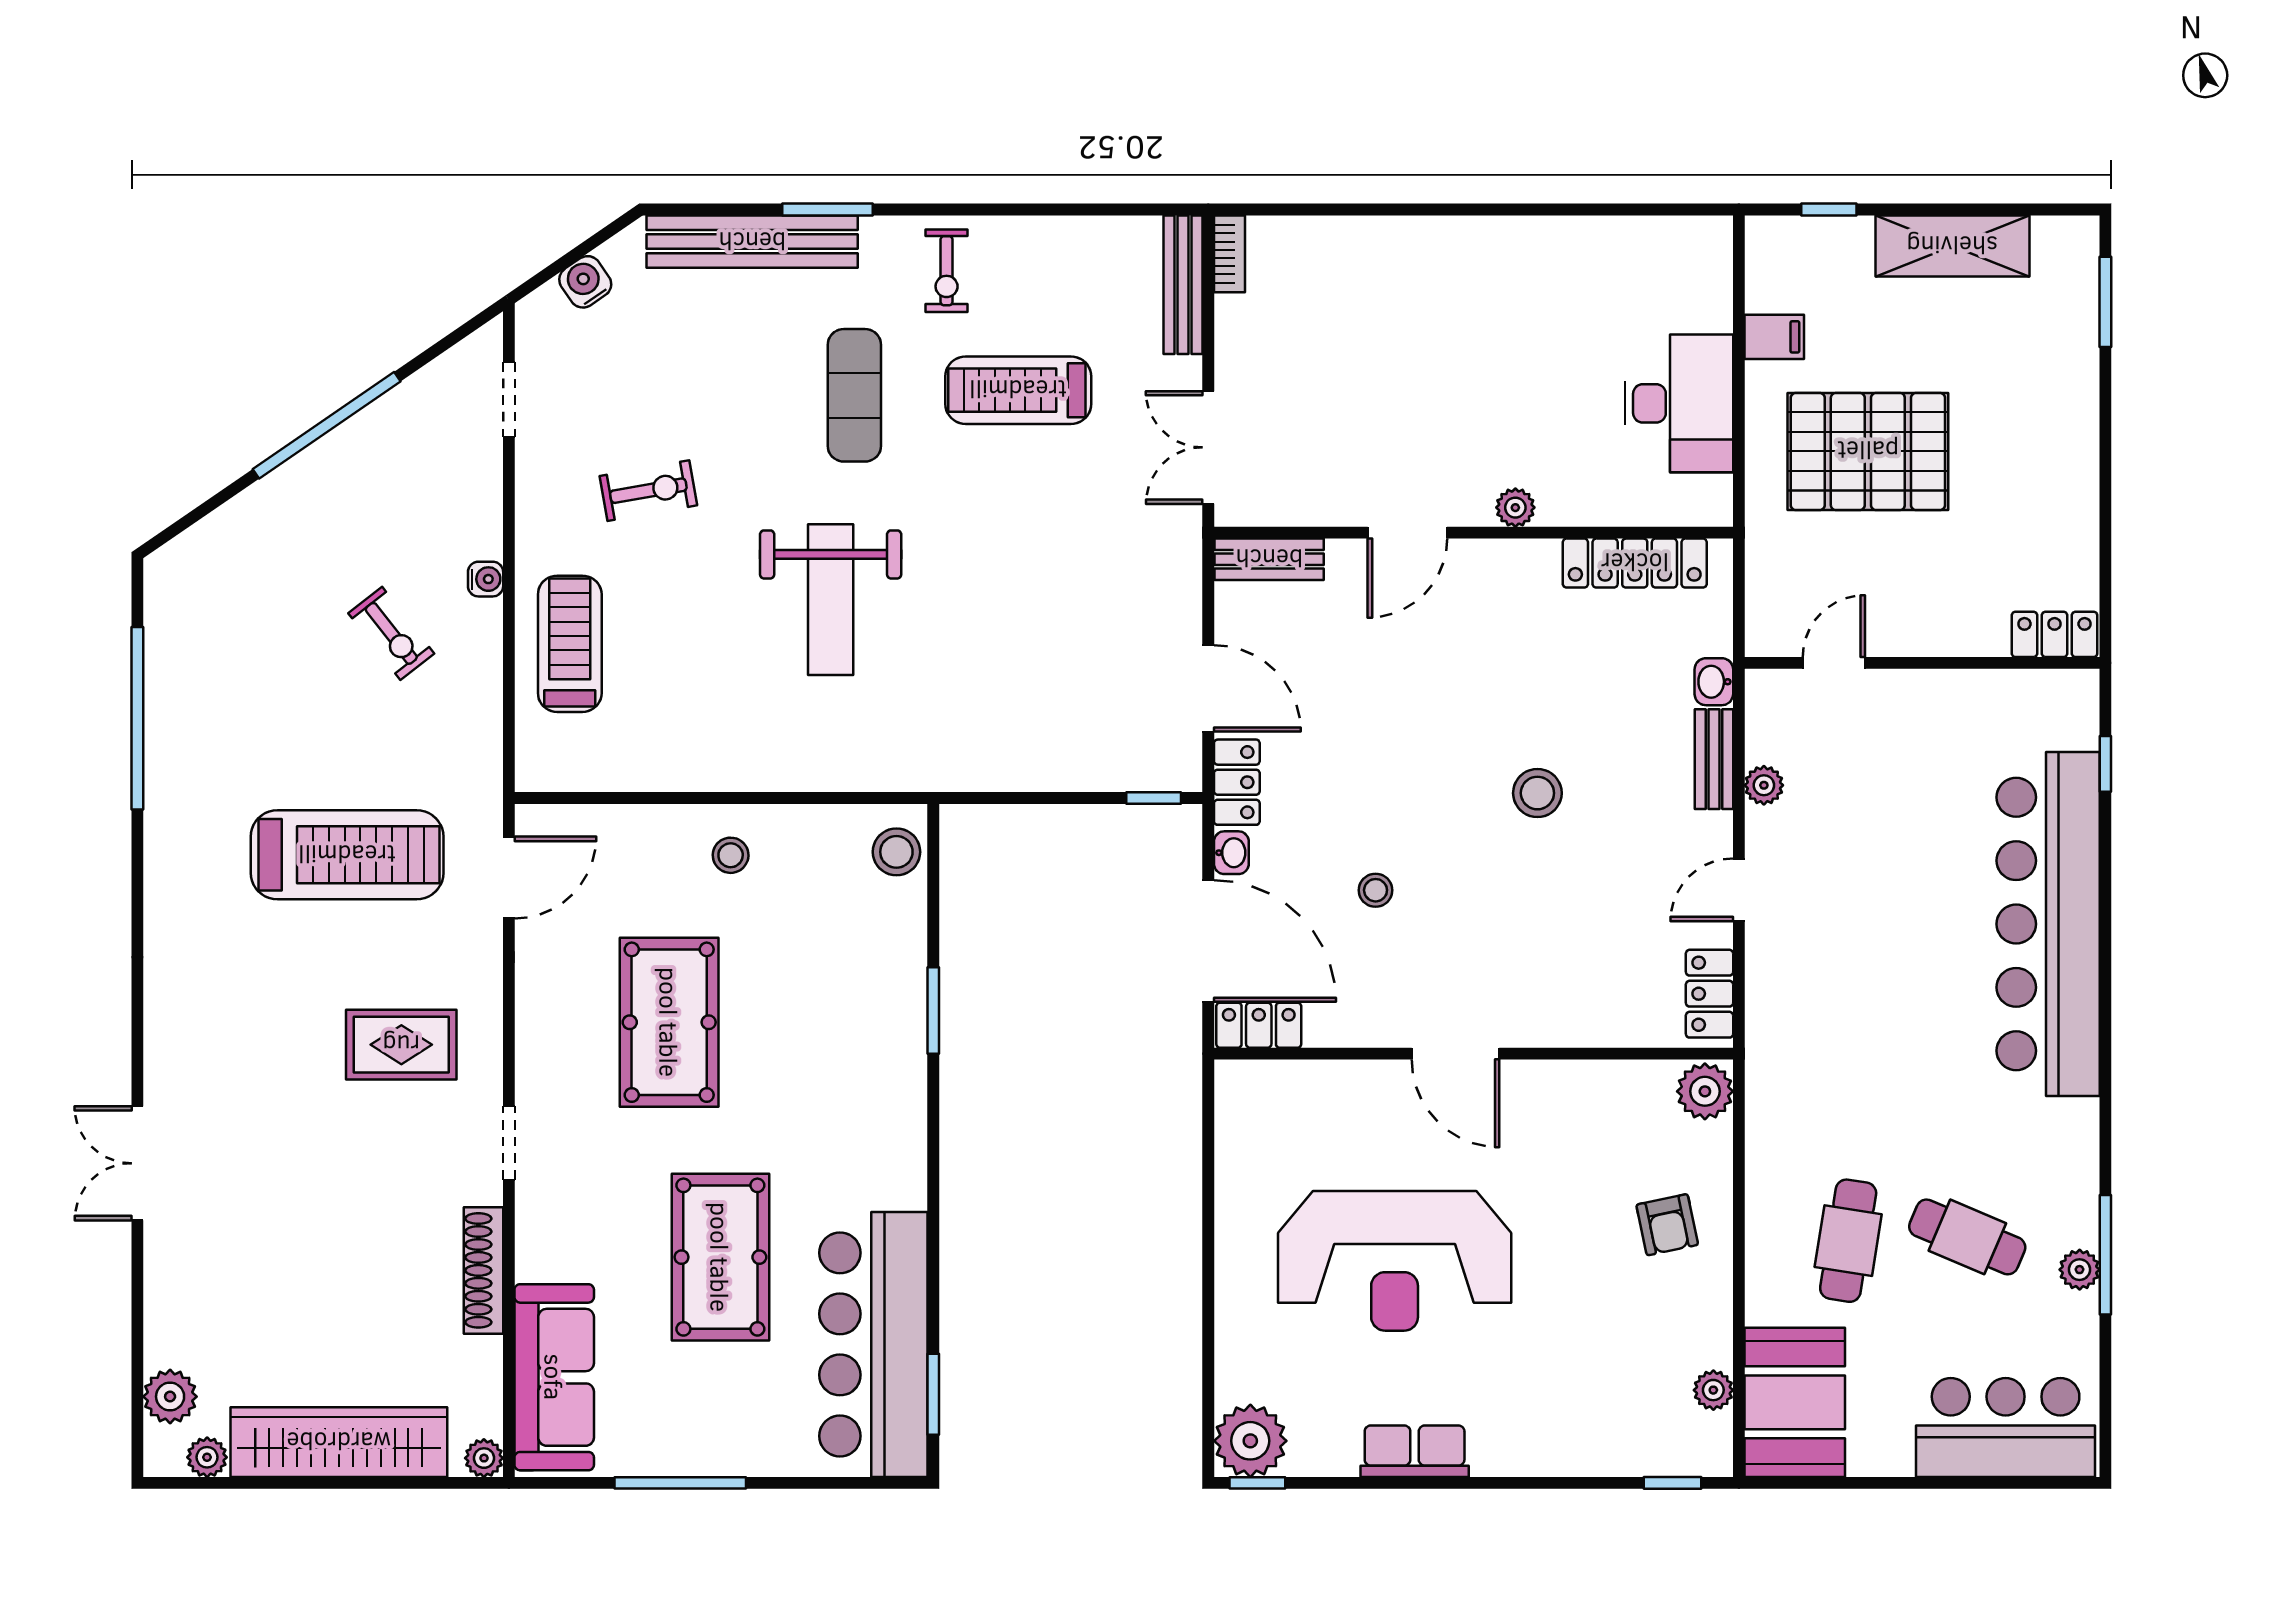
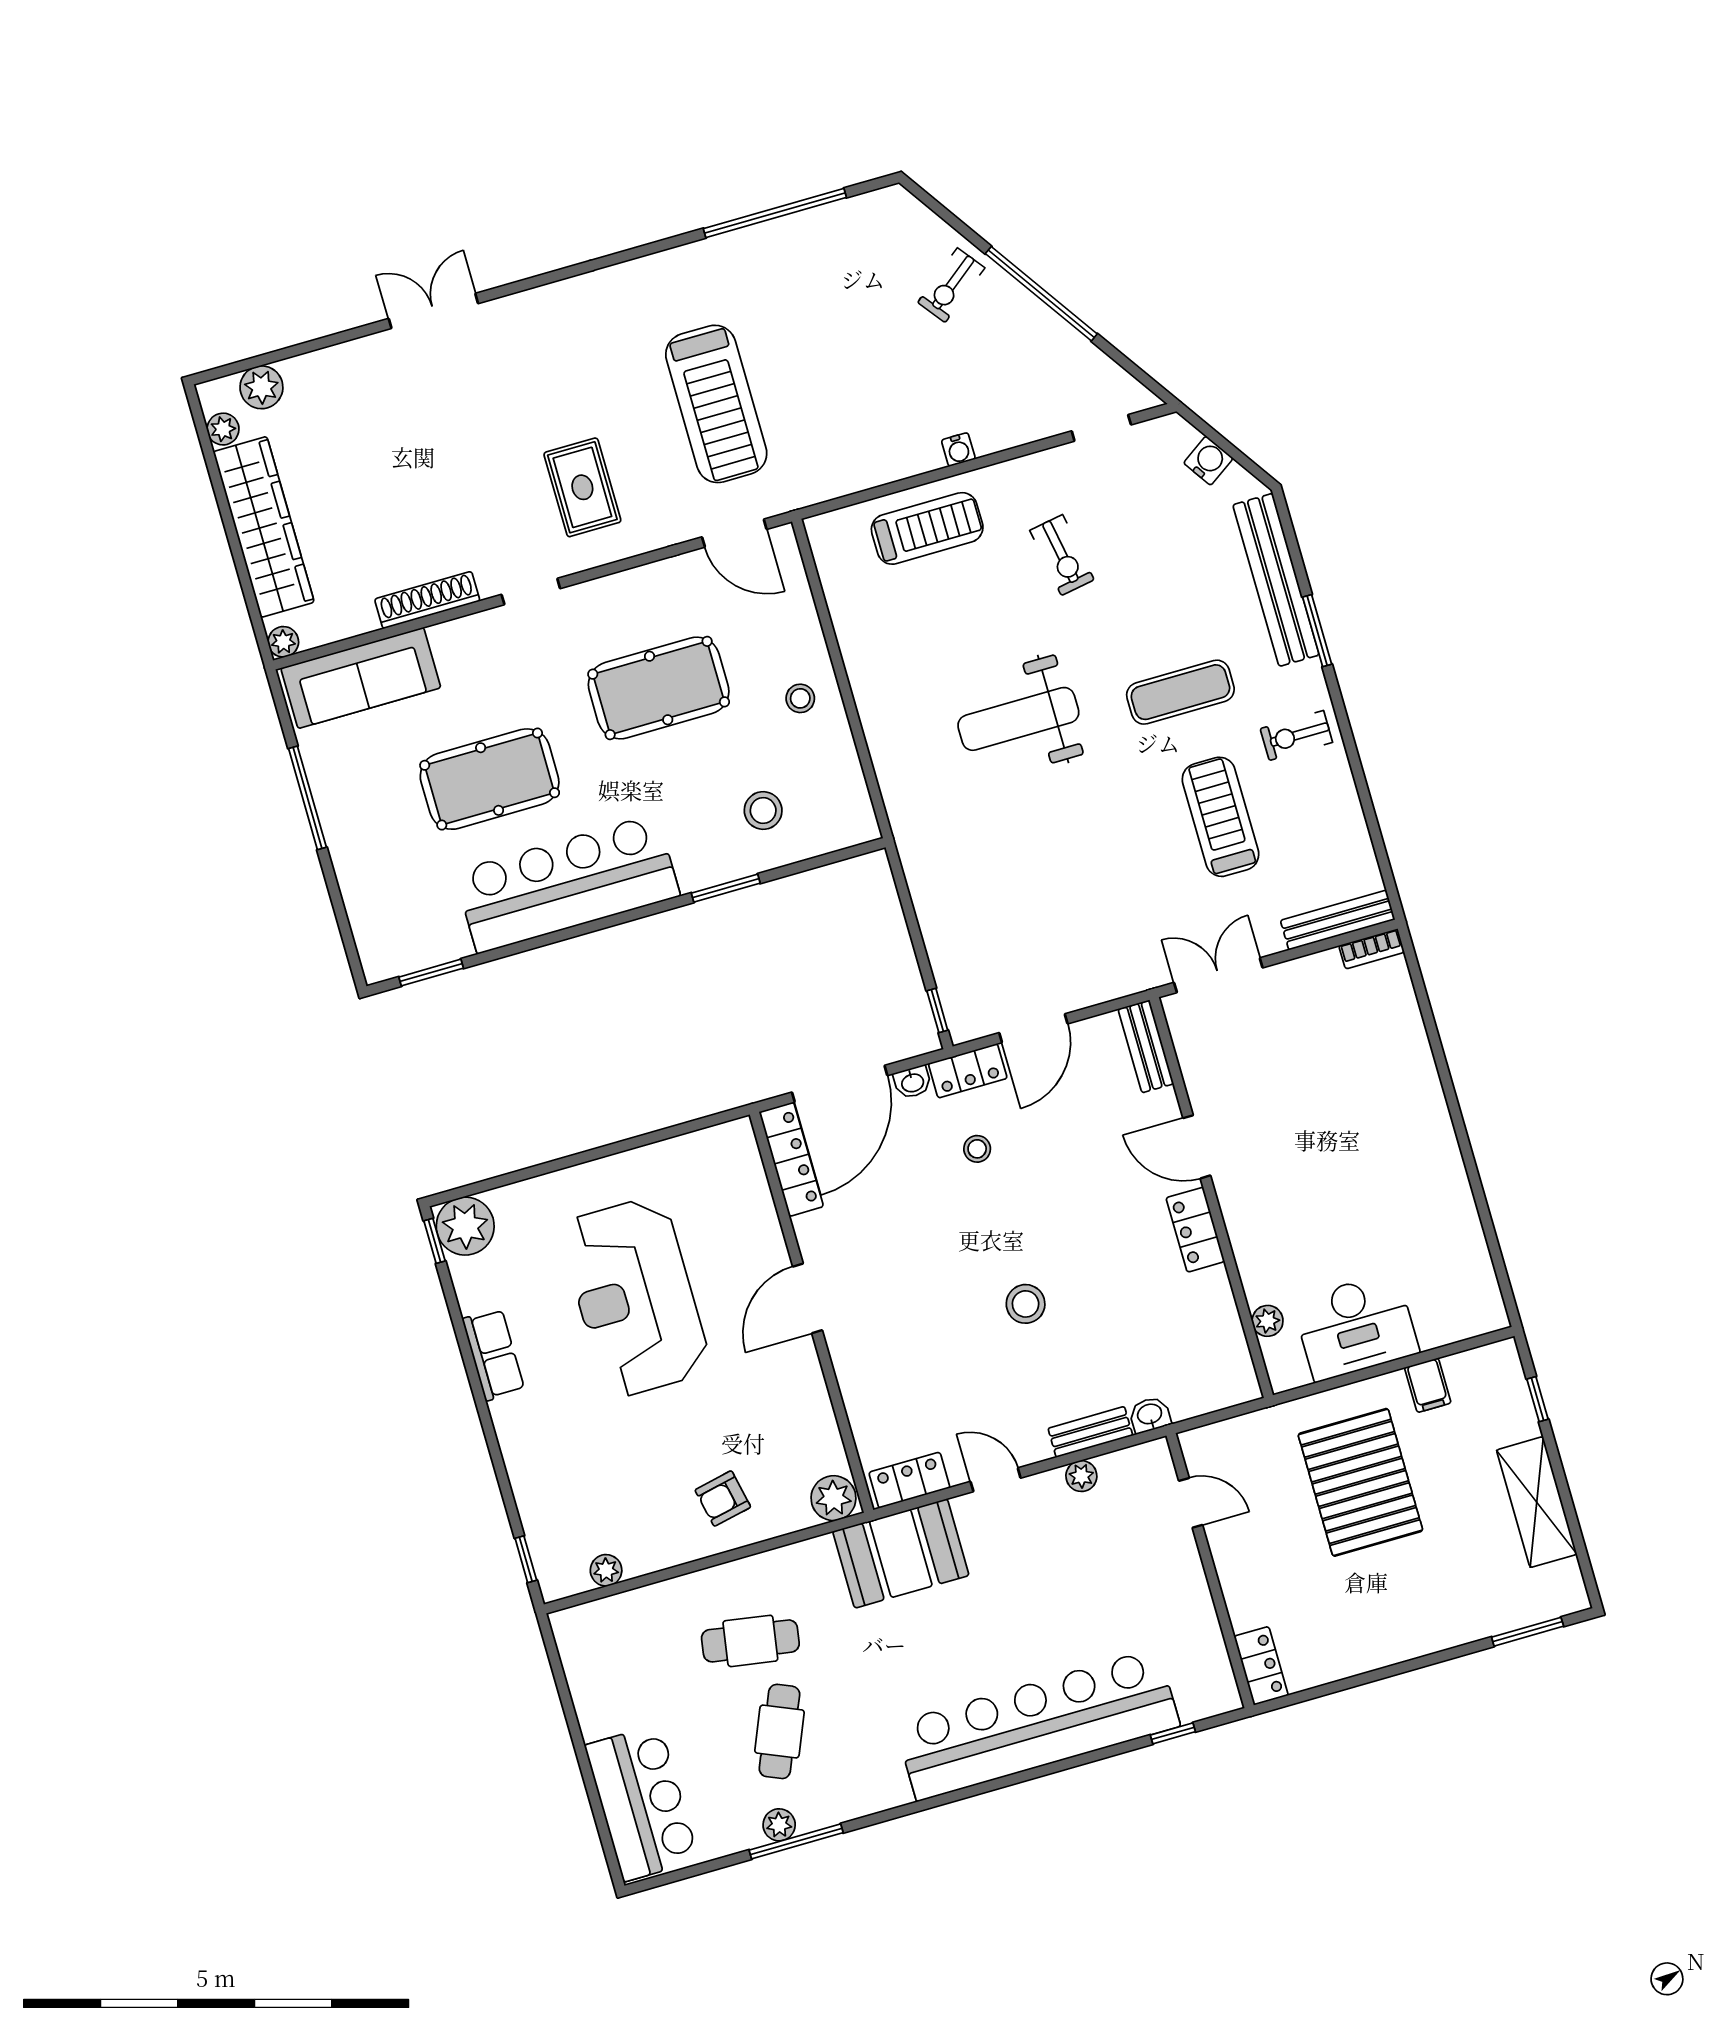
plant: (1515, 508) -> (1268, 1321), moved
locker: (1635, 563) -> (1195, 1230), moved, width x0.66
exercise bike: (391, 633) -> (951, 285), moved
stool: (896, 852) -> (763, 811), moved
stool: (1376, 890) -> (977, 1149), moved
locker: (1259, 1025) -> (791, 1159), width x1.53
bar counter: (873, 1344) -> (567, 884), moved
booth: (1795, 1402) -> (901, 1553), moved

